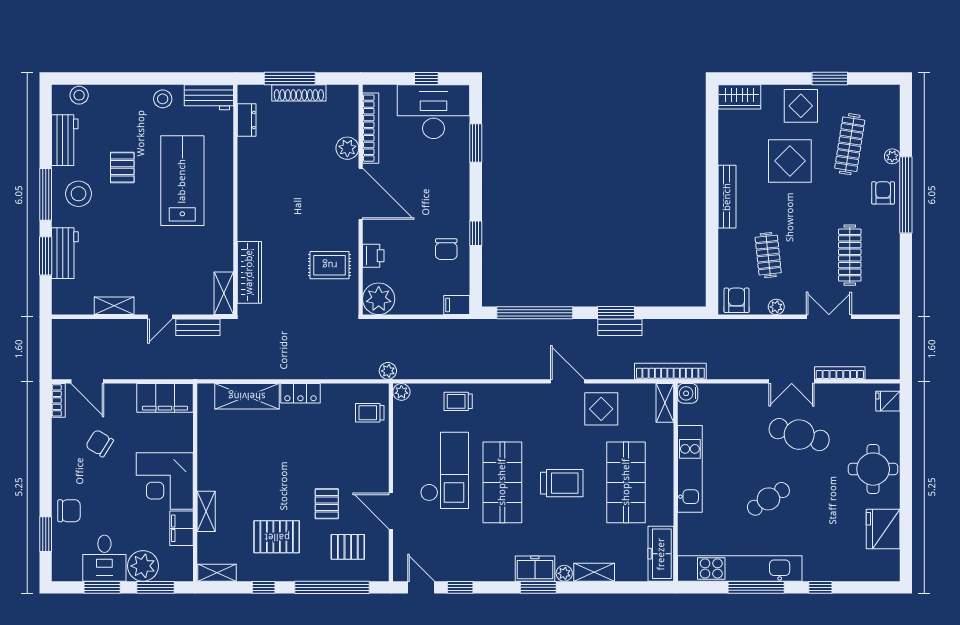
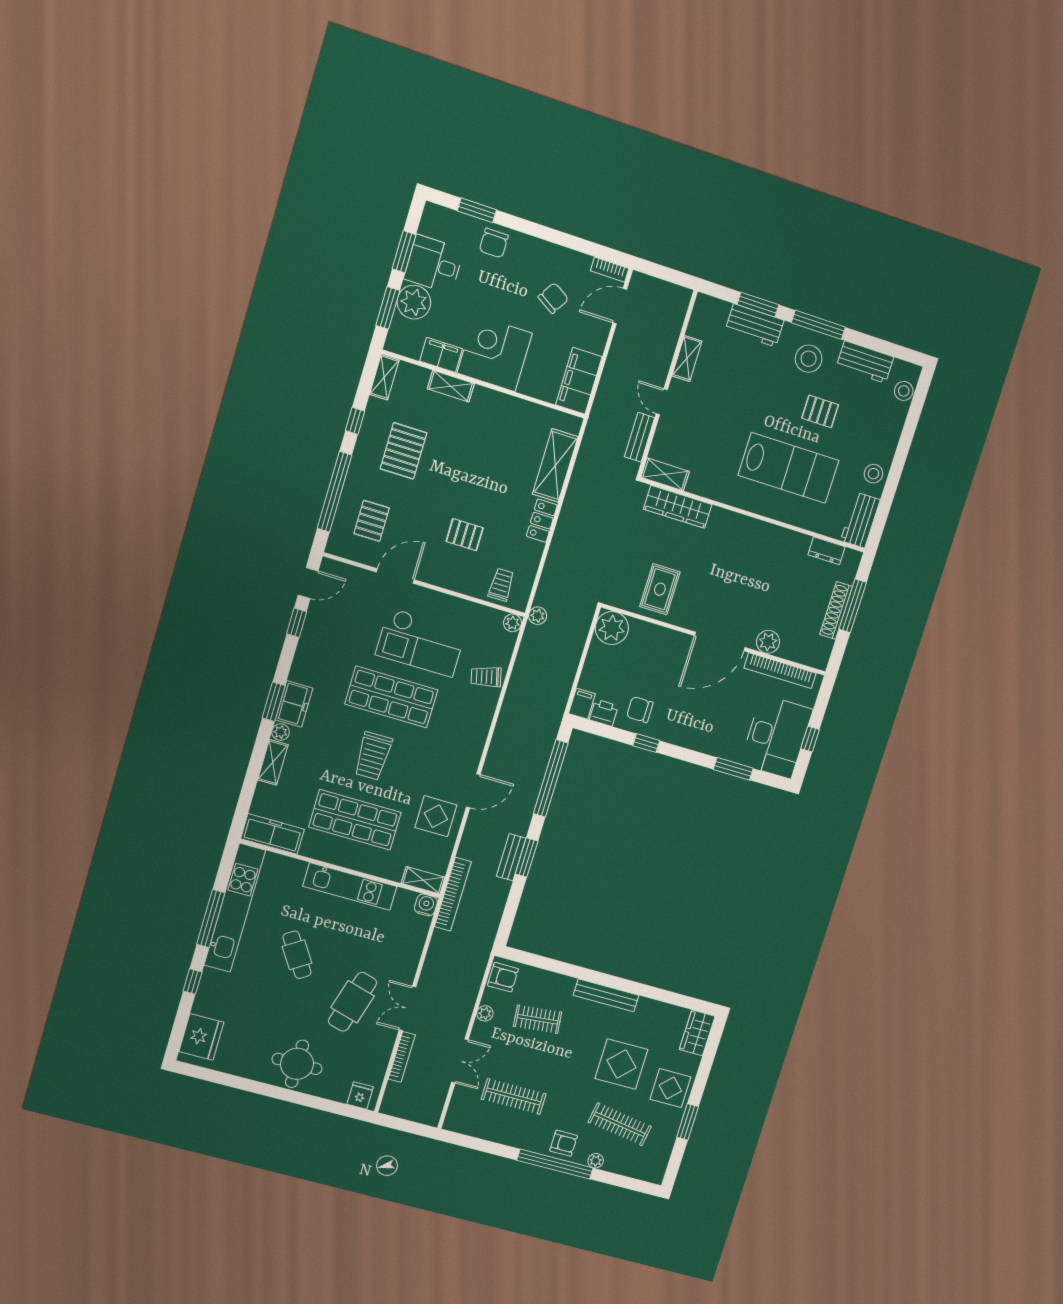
printer: (373, 256) -> (604, 713), moved, turned 180
trolley: (458, 401) -> (486, 677), turned -104
pallet: (327, 504) -> (465, 535), moved
fridge: (883, 529) -> (201, 1037), moved, turned 90

